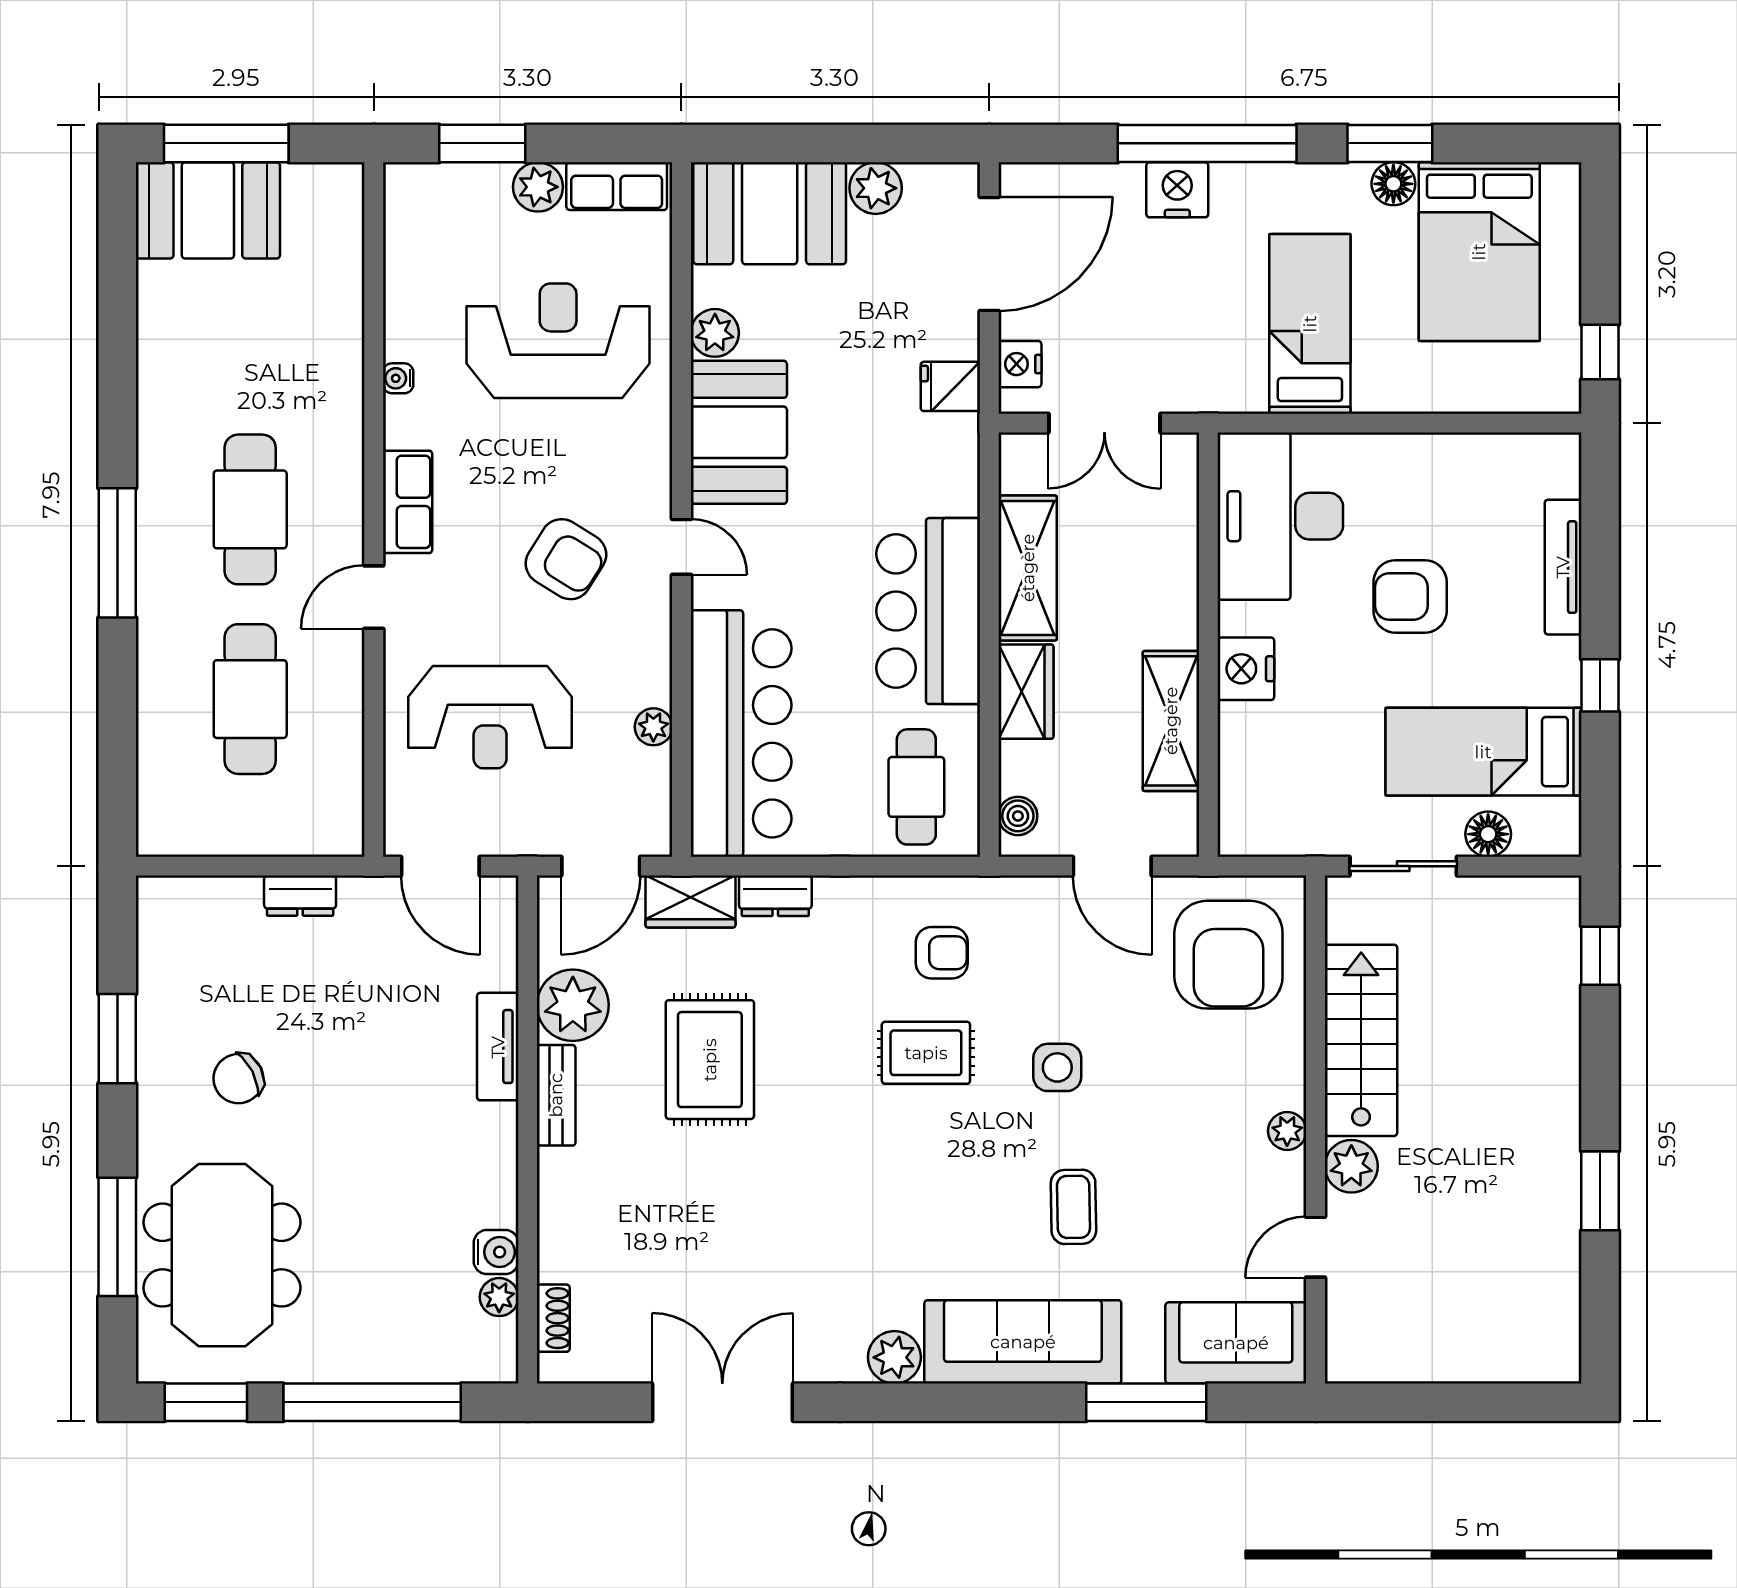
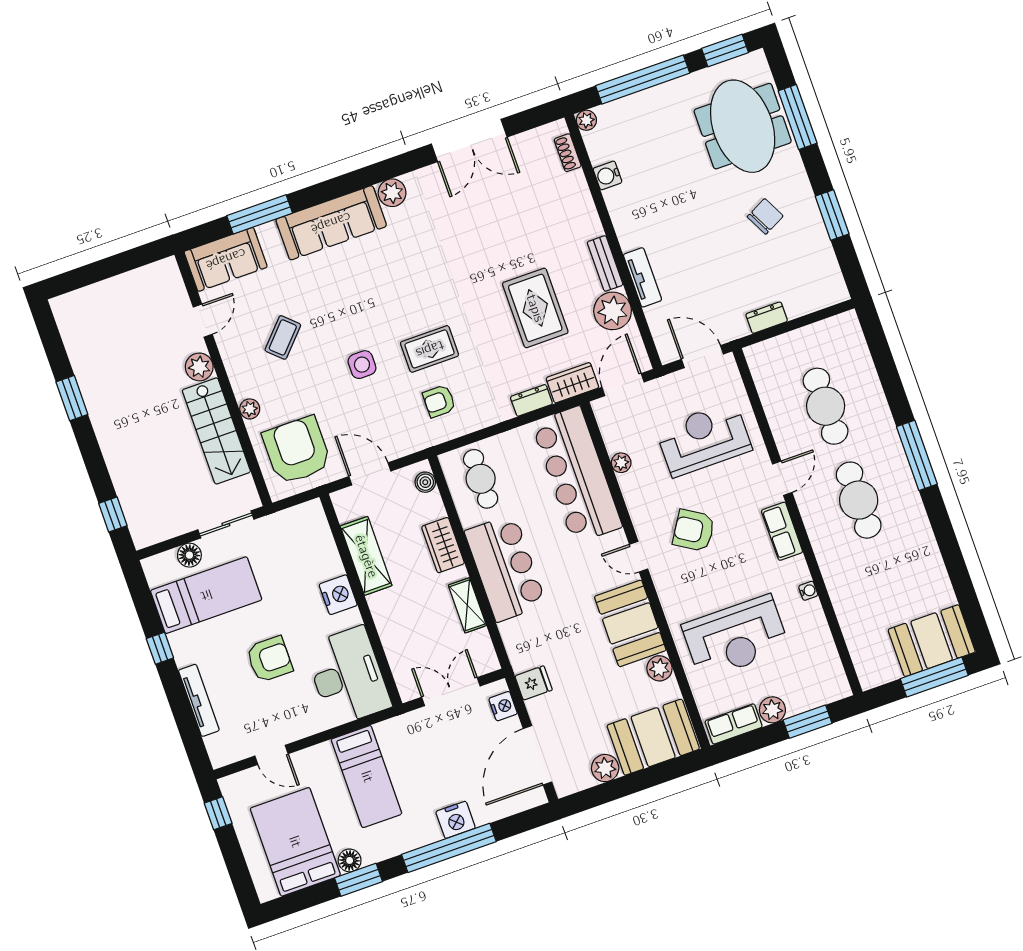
door: (1467, 423) -> (271, 755), added
shelving: (1028, 568) -> (467, 605), width x0.67, depth x0.75
plant: (1287, 1131) -> (250, 409), moved
coffee table: (1073, 1207) -> (283, 337), moved, turned 44
plant: (499, 1297) -> (586, 120), moved

